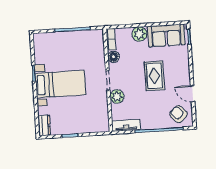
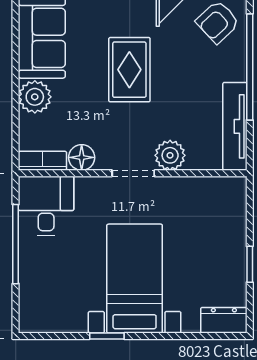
desk: (91, 42) -> (46, 206), added
rug: (154, 76) -> (129, 70), turned 90
tv unit: (126, 125) -> (235, 126), width x1.41

